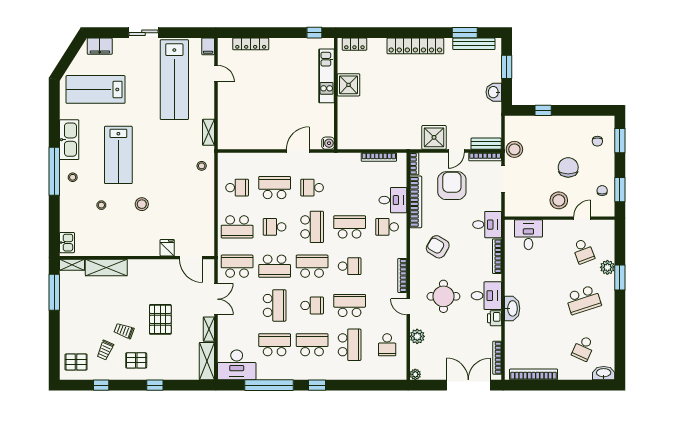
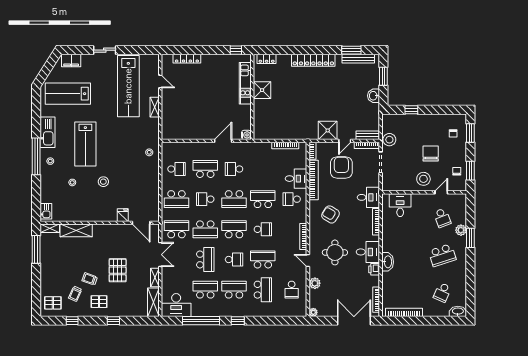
filing cabinet: (208, 46) -> (154, 61), removed
shelving: (208, 132) -> (155, 107), moved
school desk: (312, 227) -> (234, 199), turned 90

